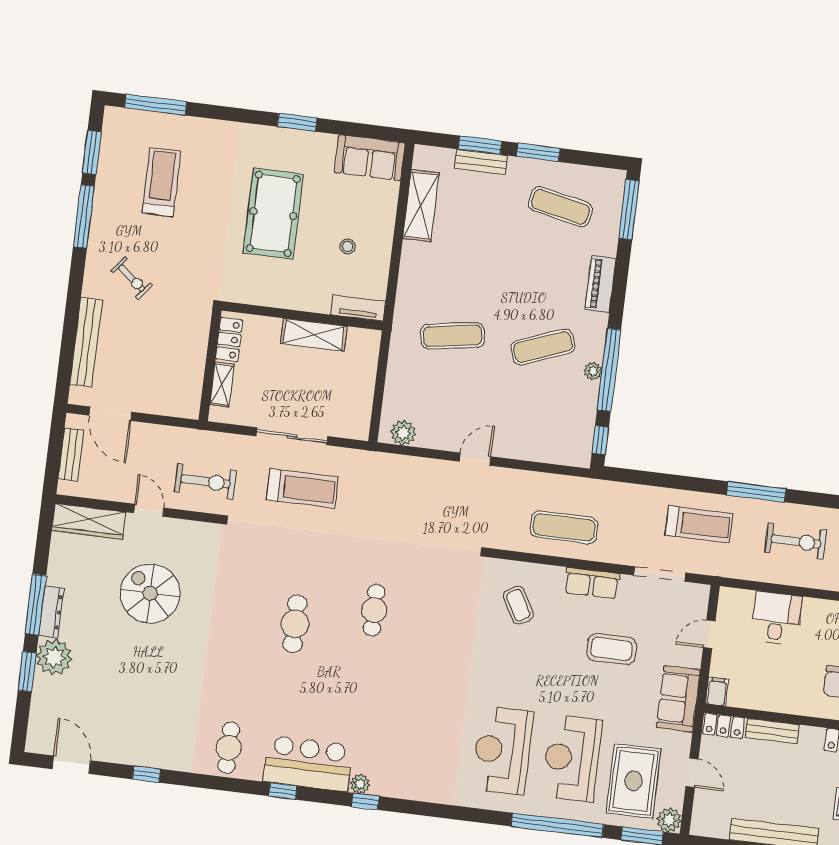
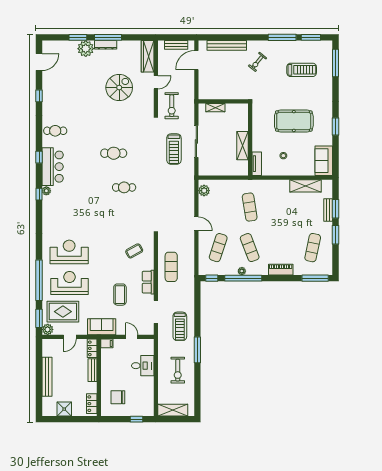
locker: (229, 340) -> (236, 108), removed
exercise mat: (534, 417) -> (218, 248), added

